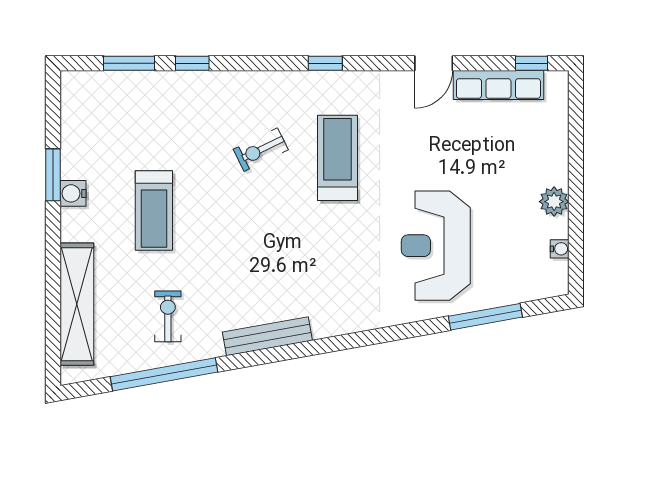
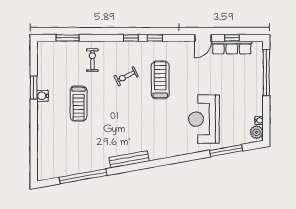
window: (192, 63) -> (131, 38), moved
window: (531, 63) -> (232, 38), moved
window: (576, 141) -> (266, 72), added
plant: (554, 202) -> (257, 132), moved
shelving: (77, 304) -> (44, 145), removed
exercise bike: (168, 316) -> (92, 60), moved

